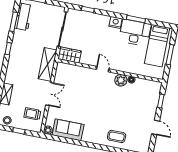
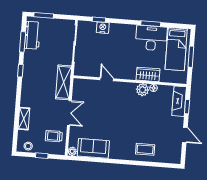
nightstand: (116, 22) -> (103, 28), moved
wardrobe: (70, 55) -> (148, 74), moved
door: (103, 69) -> (107, 79), moved
fireplace: (154, 95) -> (179, 101), added

